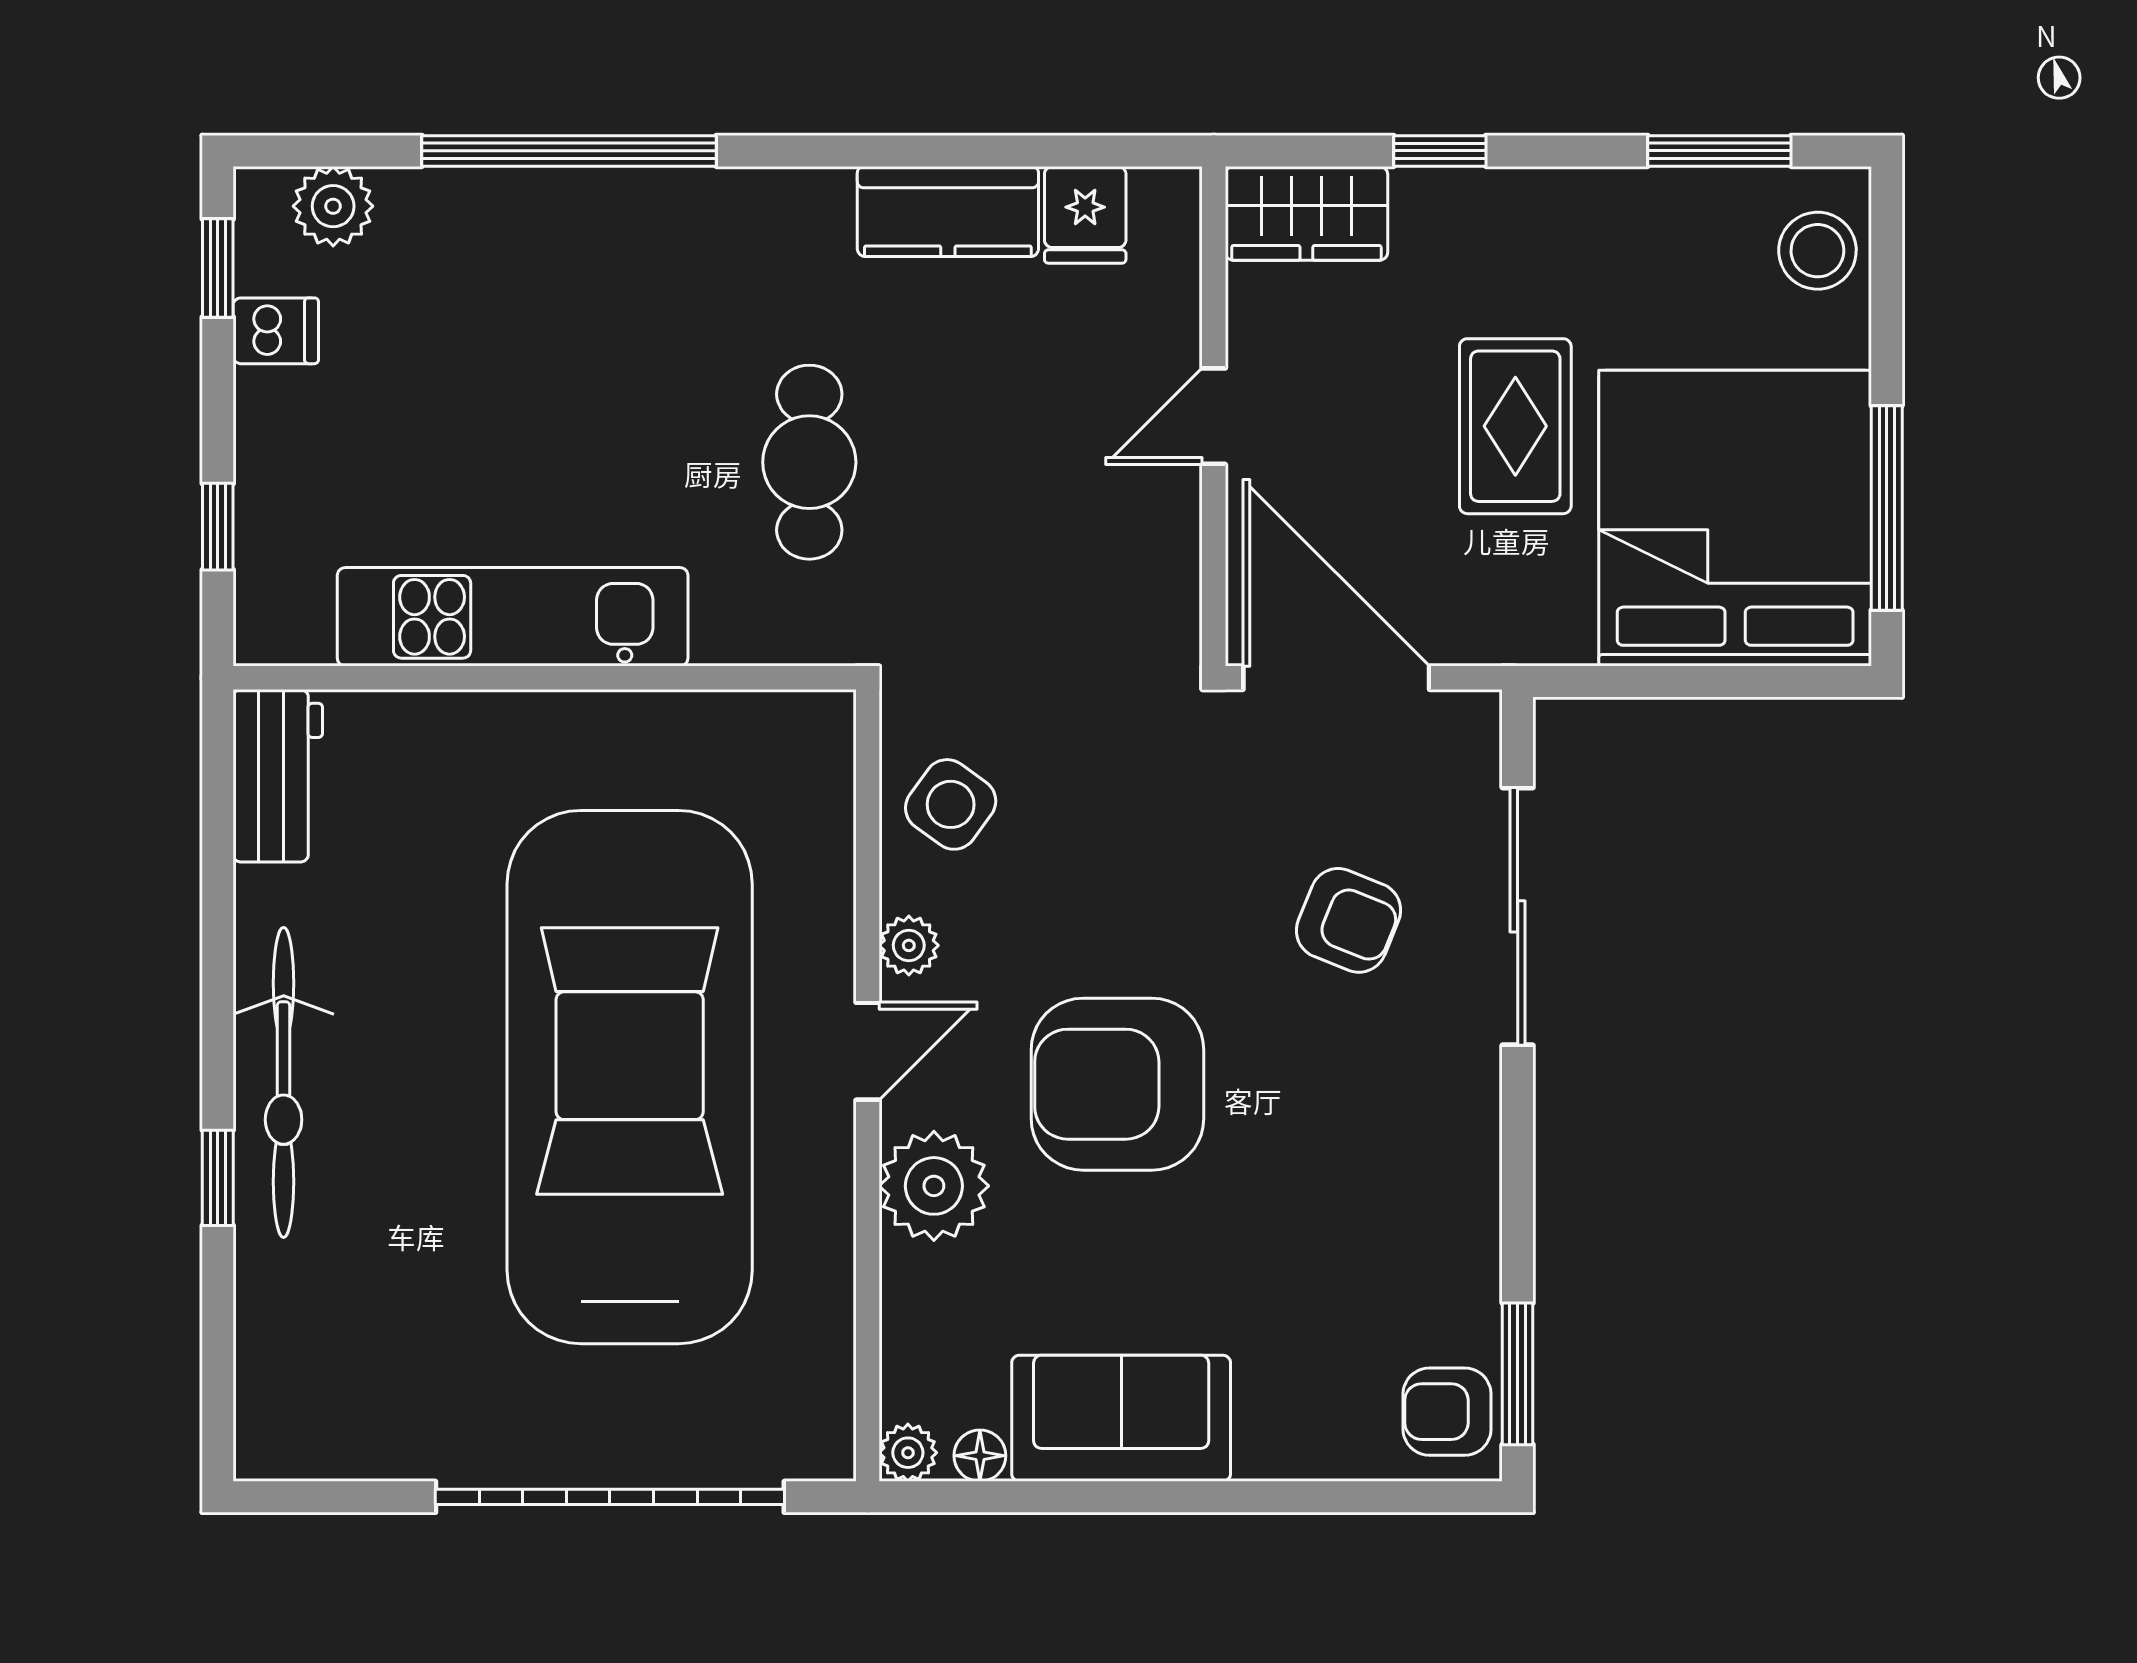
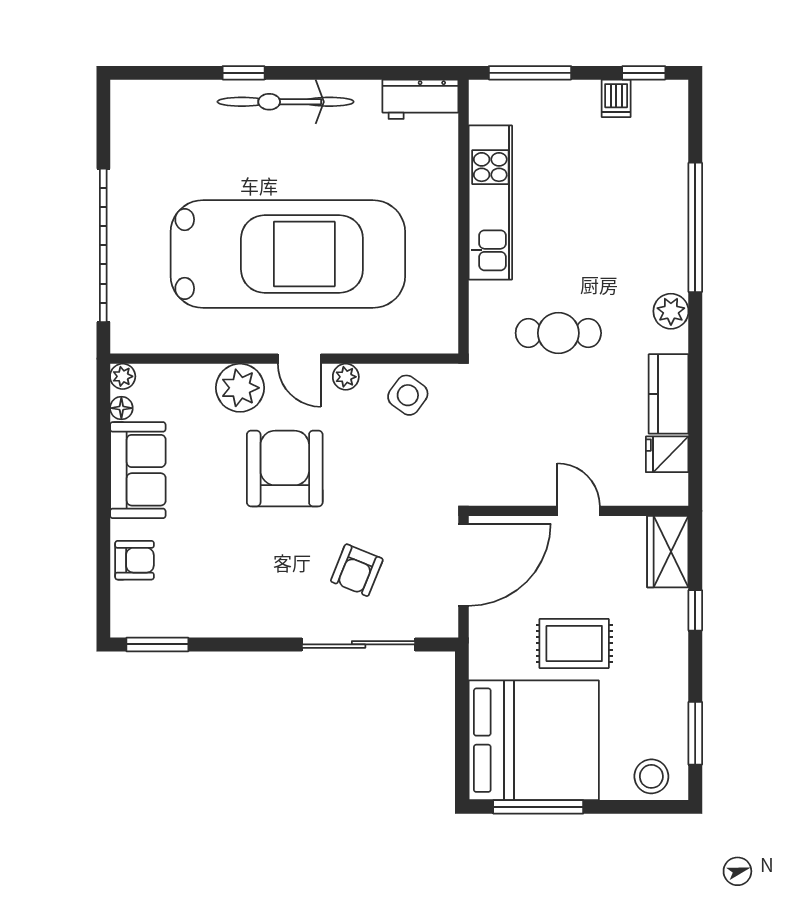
plant: (333, 206) -> (671, 311), moved
window: (218, 527) -> (530, 73), width x2.17
armchair: (1447, 1412) -> (135, 560), moved, turned 90

